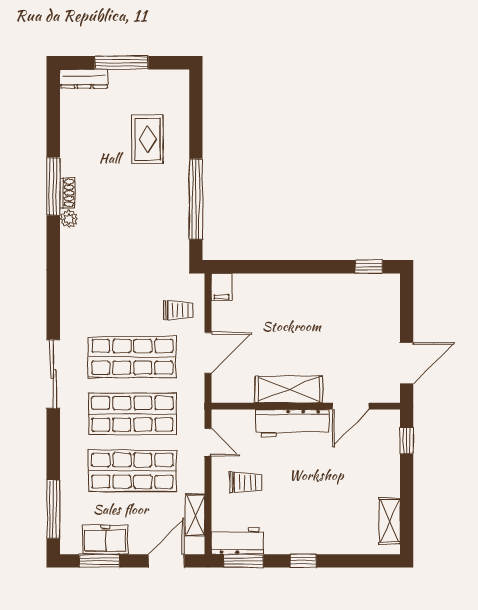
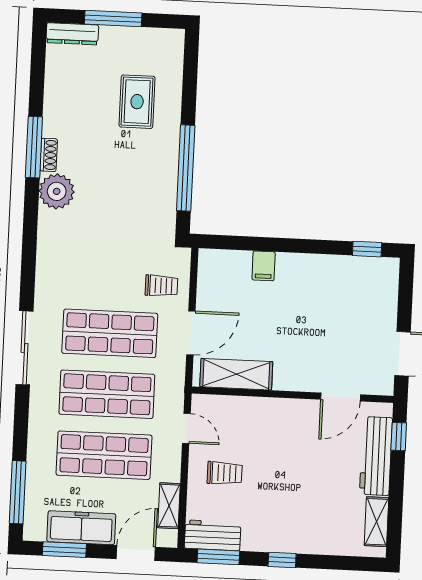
plant: (69, 219) -> (57, 191), width x1.88, depth x1.88
filing cabinet: (222, 287) -> (264, 266), moved
shelving: (289, 389) -> (236, 374), moved
workbench: (292, 423) -> (376, 456), moved, turned 90
freezer: (105, 540) -> (81, 528), width x1.40

